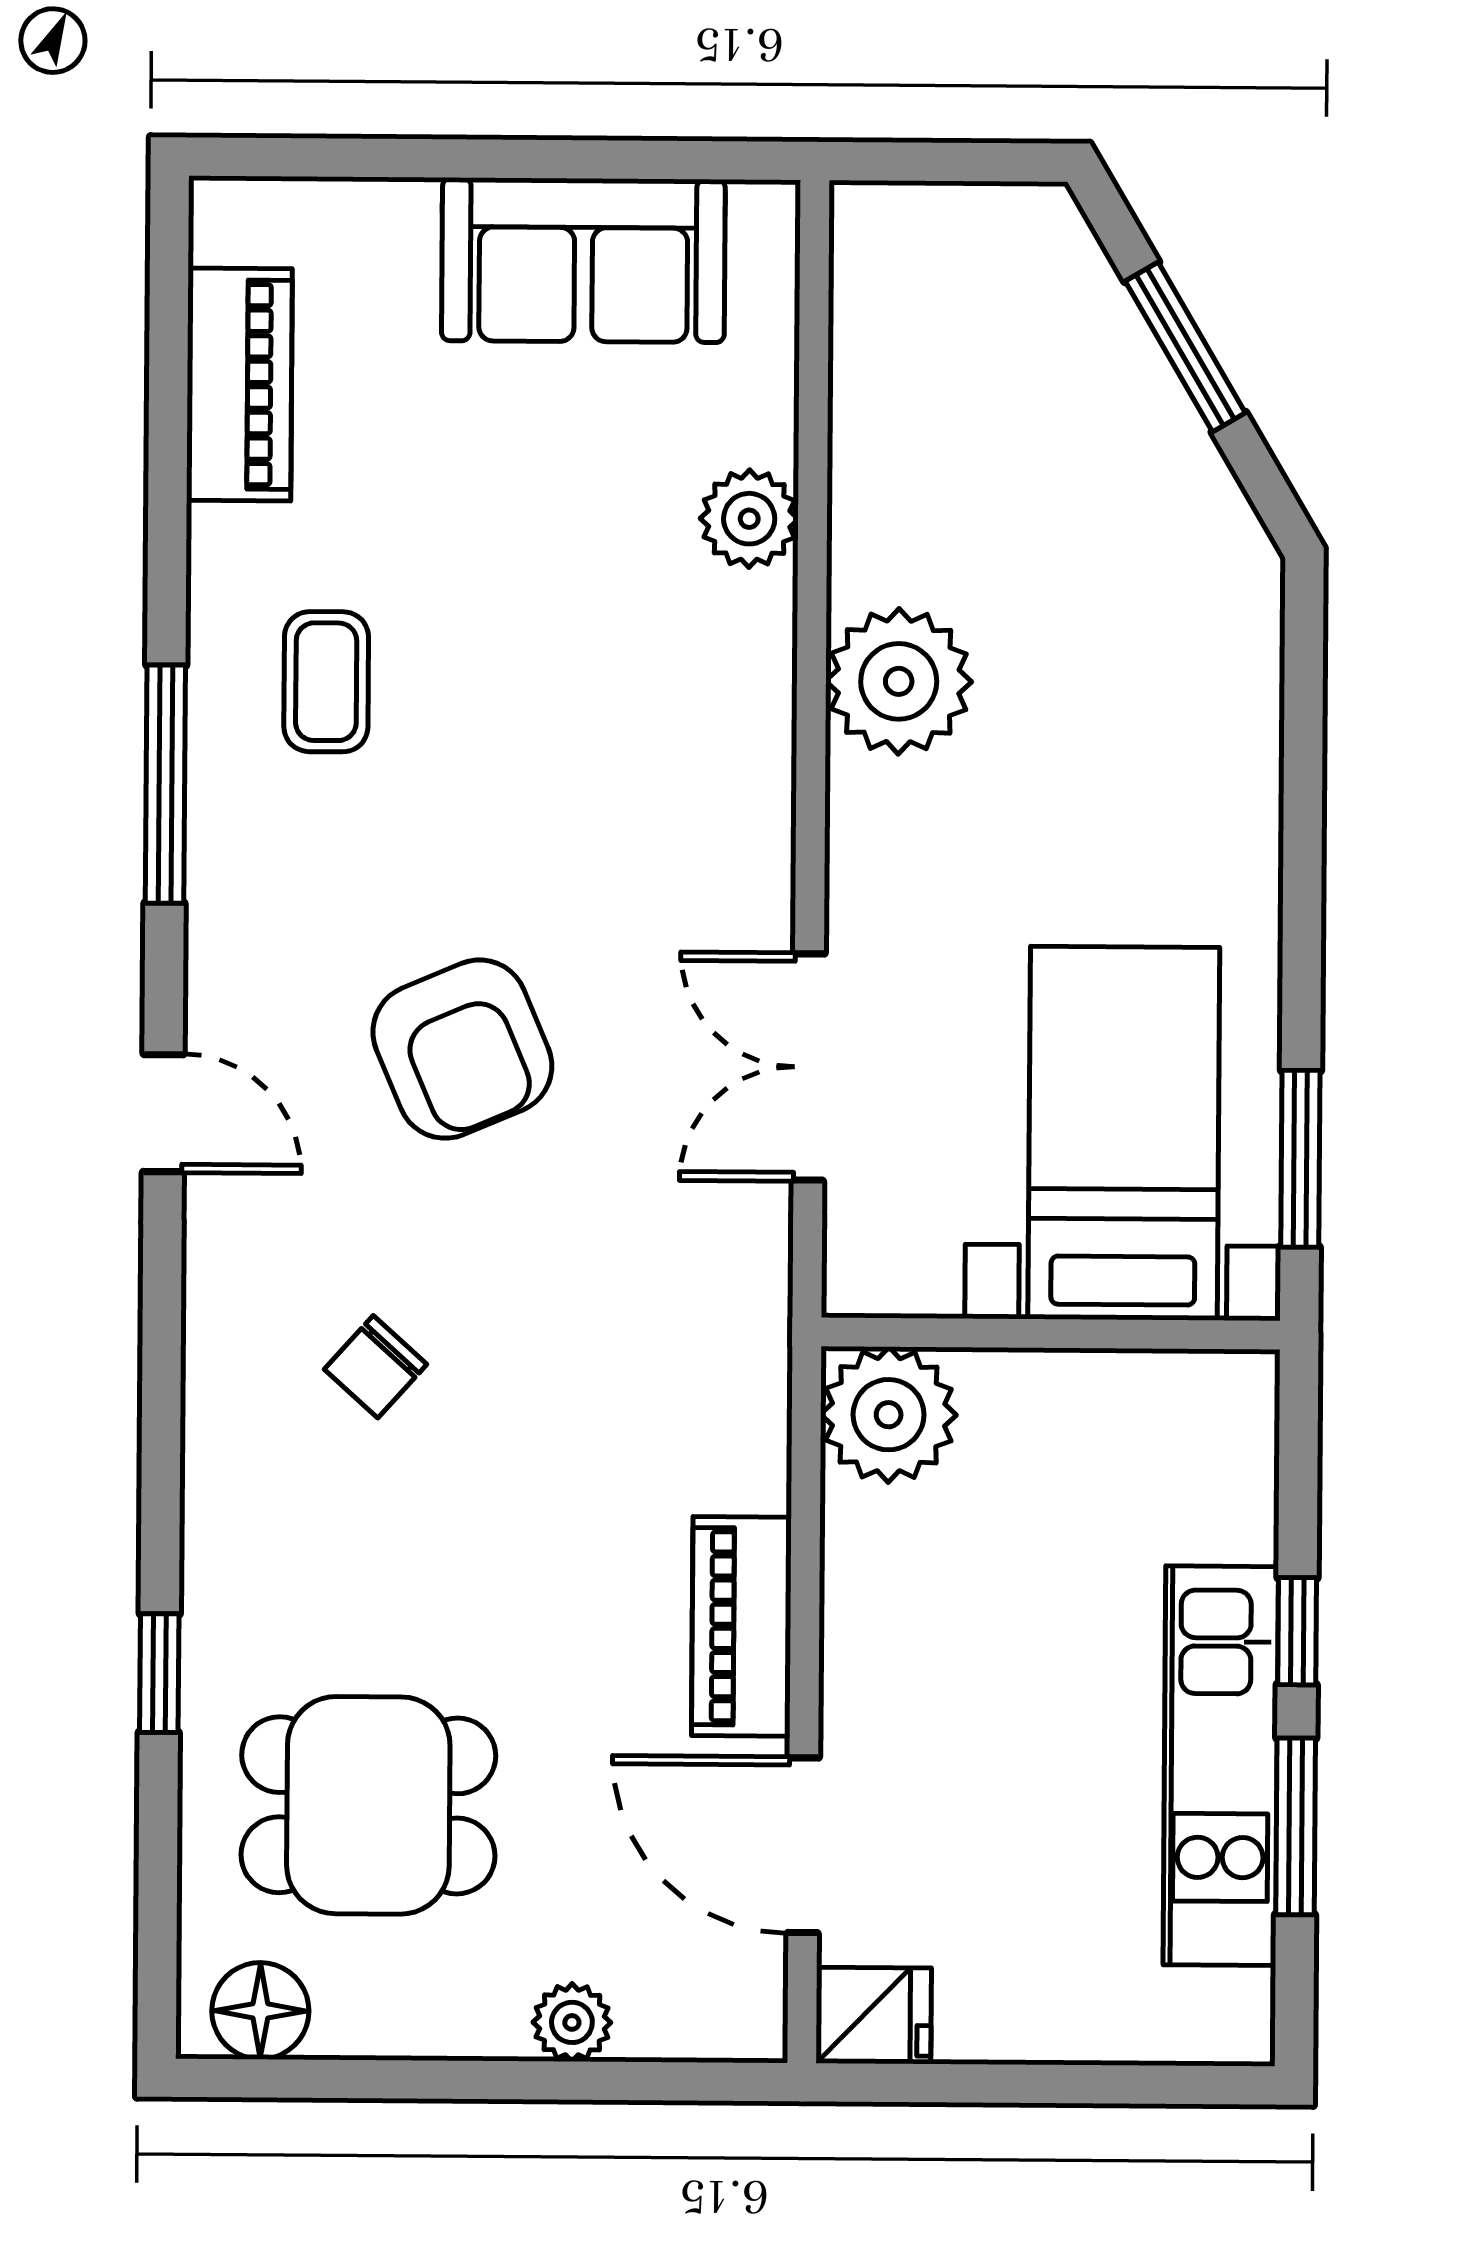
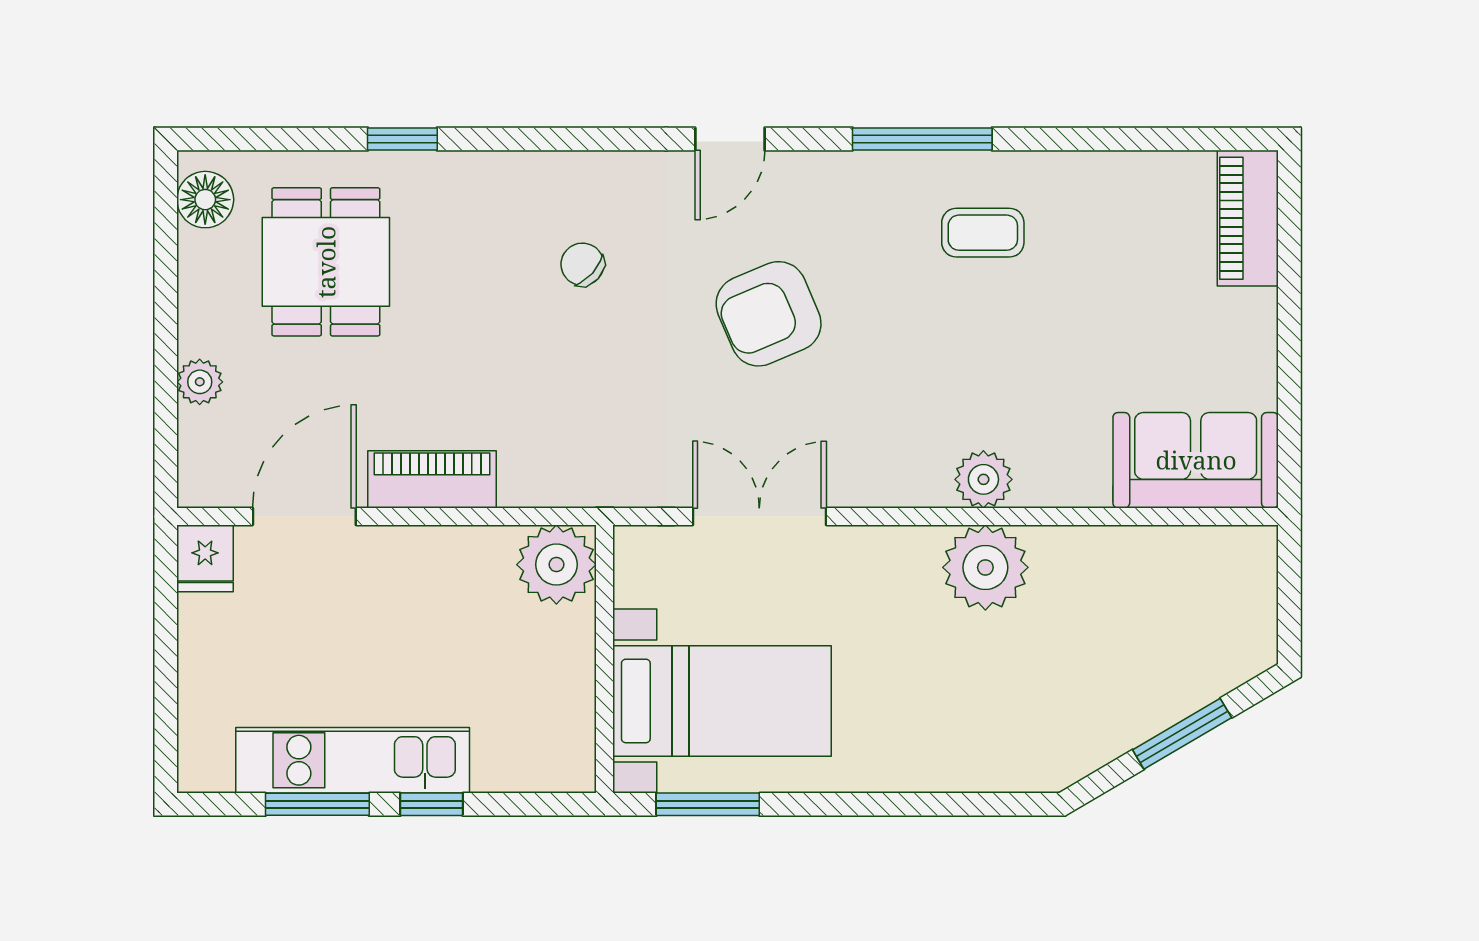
sofa: (583, 260) -> (1196, 460), moved, turned 90
piano: (239, 385) -> (1248, 218), moved, turned 90
plant: (749, 519) -> (983, 479), moved

